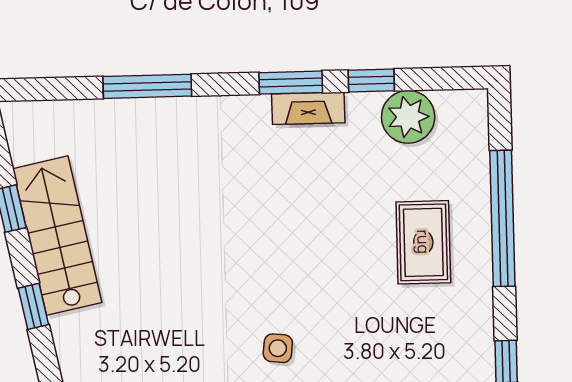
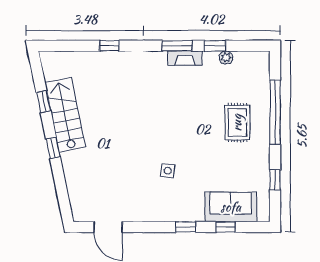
window: (147, 86) -> (109, 46), width x0.46
plant: (408, 117) -> (226, 57), width x0.53, depth x0.53

